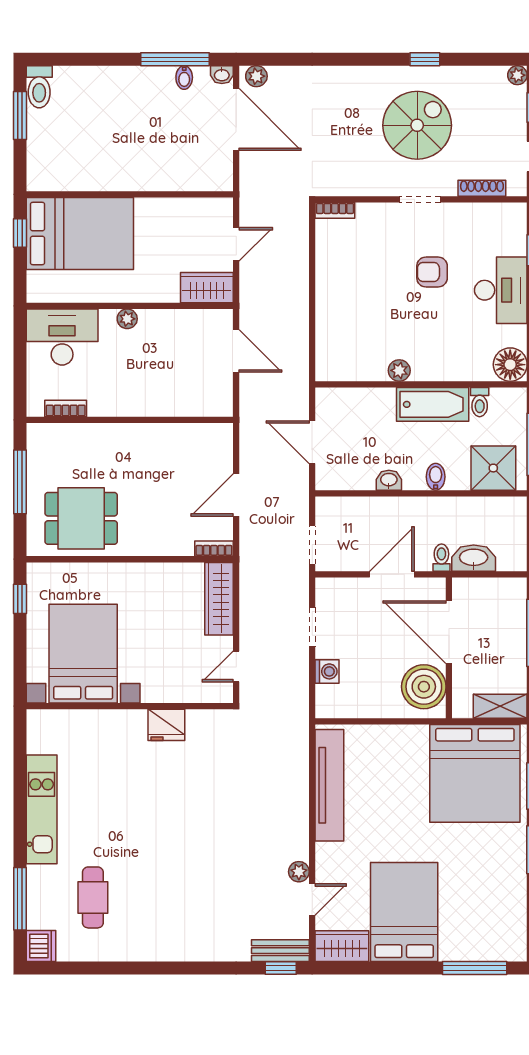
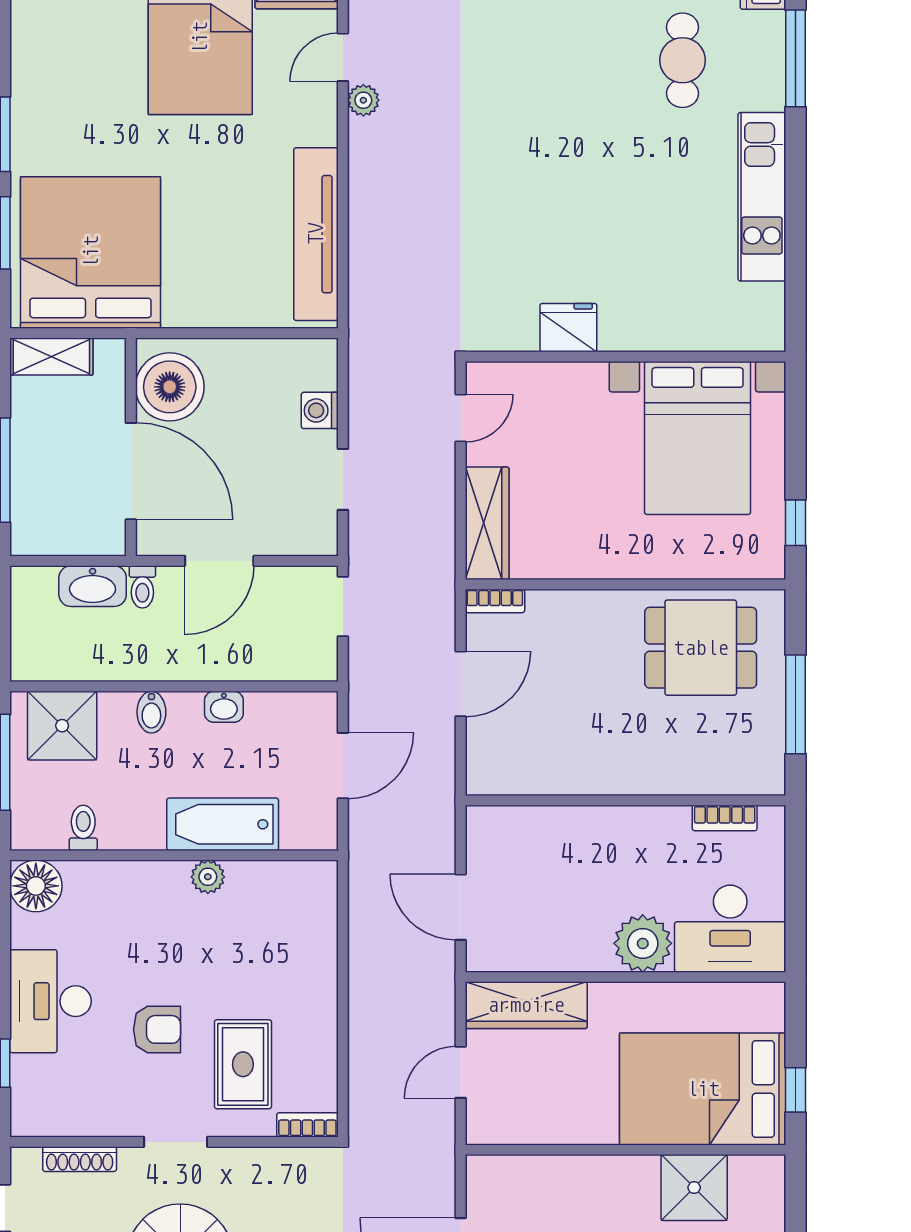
shower: (85, 170) -> (694, 1188), added
rug: (377, 249) -> (243, 1064), added
wardrobe: (207, 288) -> (526, 1005), width x1.50
plant: (127, 319) -> (643, 943), width x1.88, depth x1.88
bathtub: (433, 404) -> (223, 824), moved
door: (312, 442) -> (343, 766), hinge flipped

